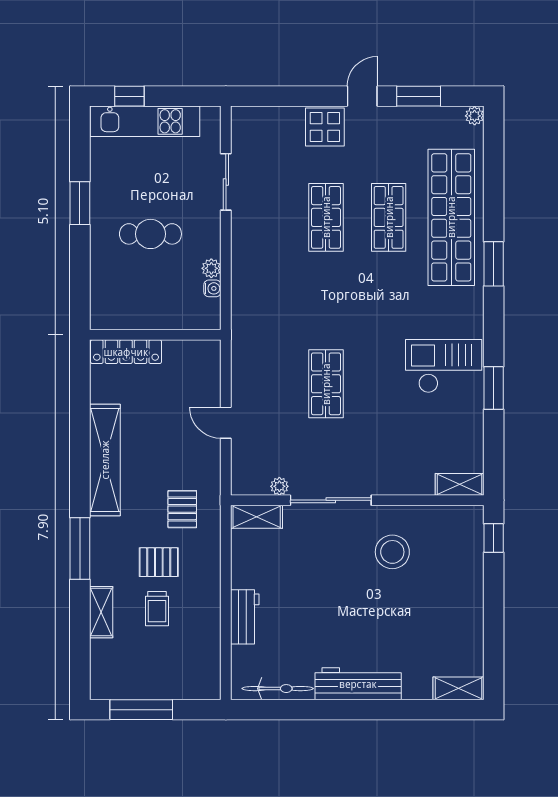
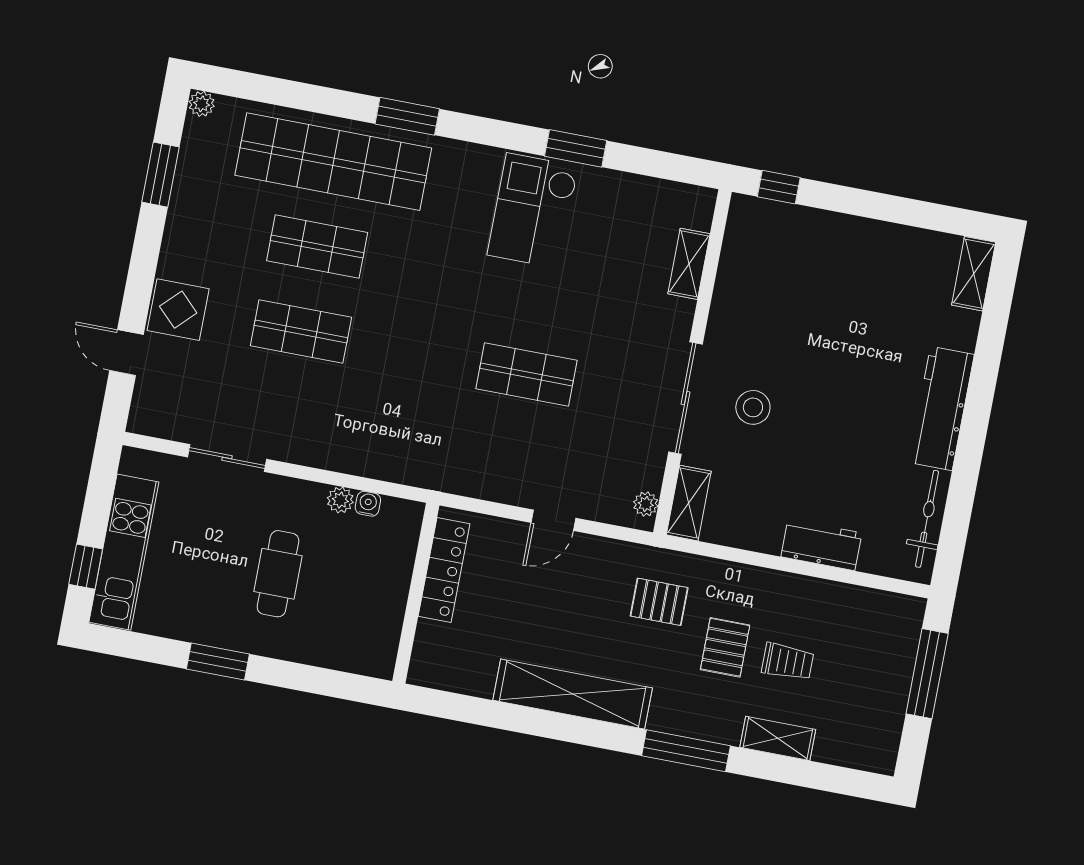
door: (362, 96) -> (127, 353), moved
locker: (126, 352) -> (444, 570), moved
shelving: (460, 484) -> (689, 264), moved
plant: (279, 486) -> (646, 504), moved
stool: (392, 552) -> (753, 407), moved, width x0.73, depth x0.73
window: (141, 710) -> (927, 674), moved

